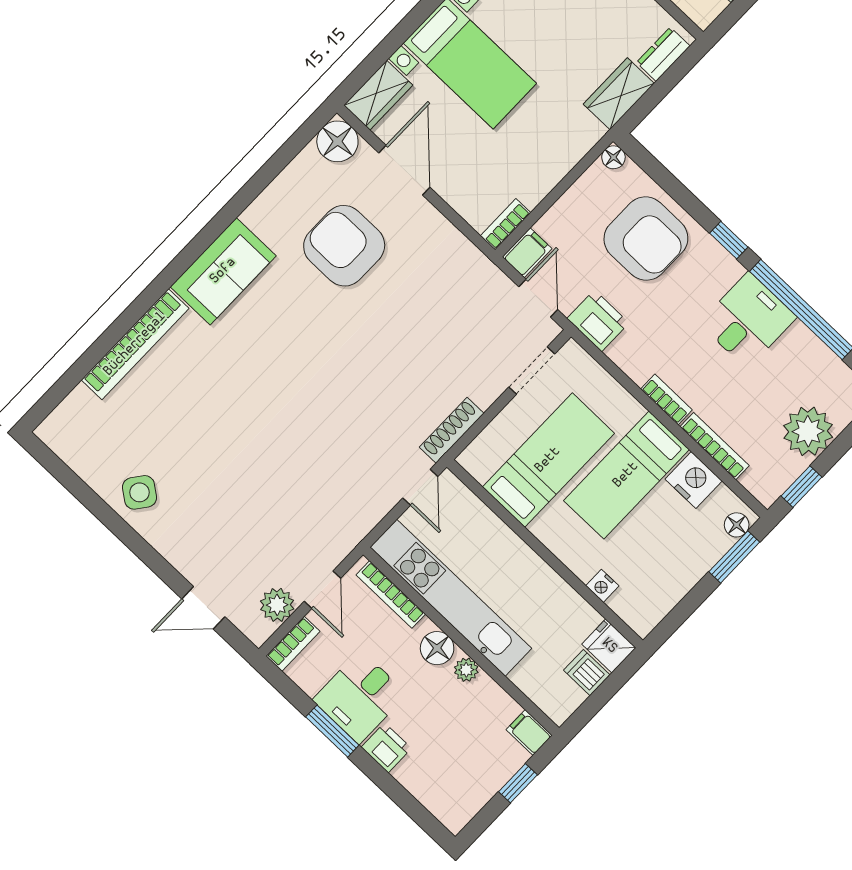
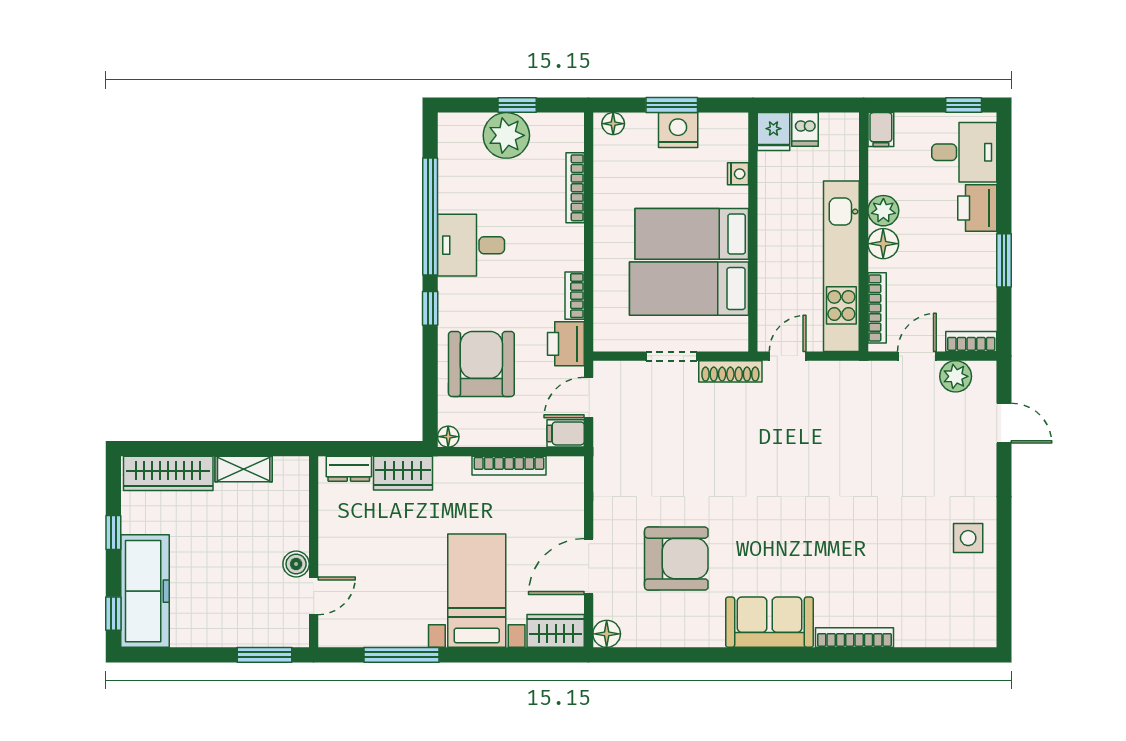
floor lamp: (337, 141) -> (607, 634), width x0.73, depth x0.73
bookcase: (506, 224) -> (509, 466), moved, width x1.56
armchair: (344, 246) -> (676, 559), turned -90
bookcase: (135, 344) -> (854, 637), width x0.68, depth x0.76
doorway: (532, 371) -> (671, 356), moved
bookcase: (666, 399) -> (575, 296), moved
bed: (626, 475) -> (692, 234), moved, turned 180
nightstand: (694, 480) -> (678, 130), moved, turned 90
window: (801, 487) -> (517, 105), moved
side table: (139, 492) -> (968, 538), turned -37
window: (734, 557) -> (672, 105), moved
plant: (466, 670) -> (883, 211), width x1.38, depth x1.38
desk: (360, 697) -> (964, 152), moved
printer: (386, 748) -> (977, 208), width x1.36, depth x1.24
window: (518, 783) -> (964, 105), moved

